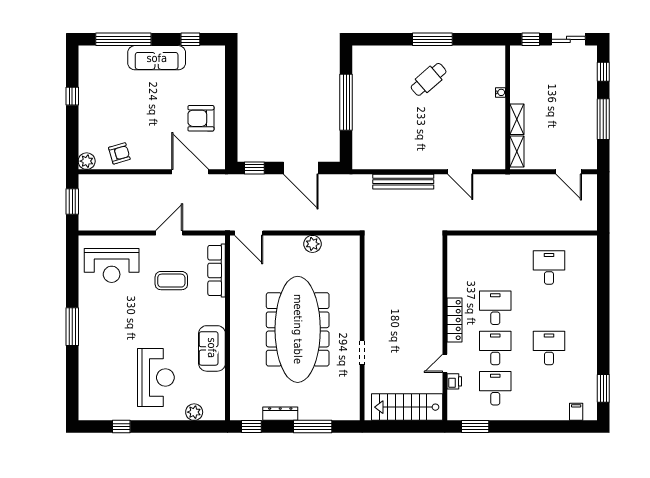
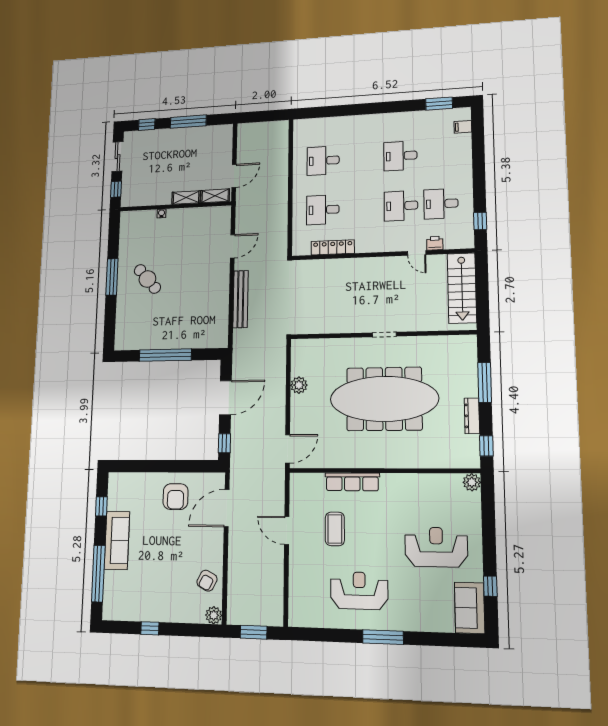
armchair: (119, 153) -> (207, 581), turned -136
door: (569, 172) -> (234, 176), moved
reception desk: (112, 265) -> (359, 591), moved, turned -90
row of seats: (217, 270) -> (352, 482), moved
desk: (495, 308) -> (323, 210), moved
locker: (454, 320) -> (333, 247), moved
sofa: (212, 348) -> (470, 608), moved, turned 90
doorway: (362, 353) -> (384, 334), moved
plant: (194, 412) -> (472, 482), moved
window: (475, 427) -> (480, 221), width x0.67

